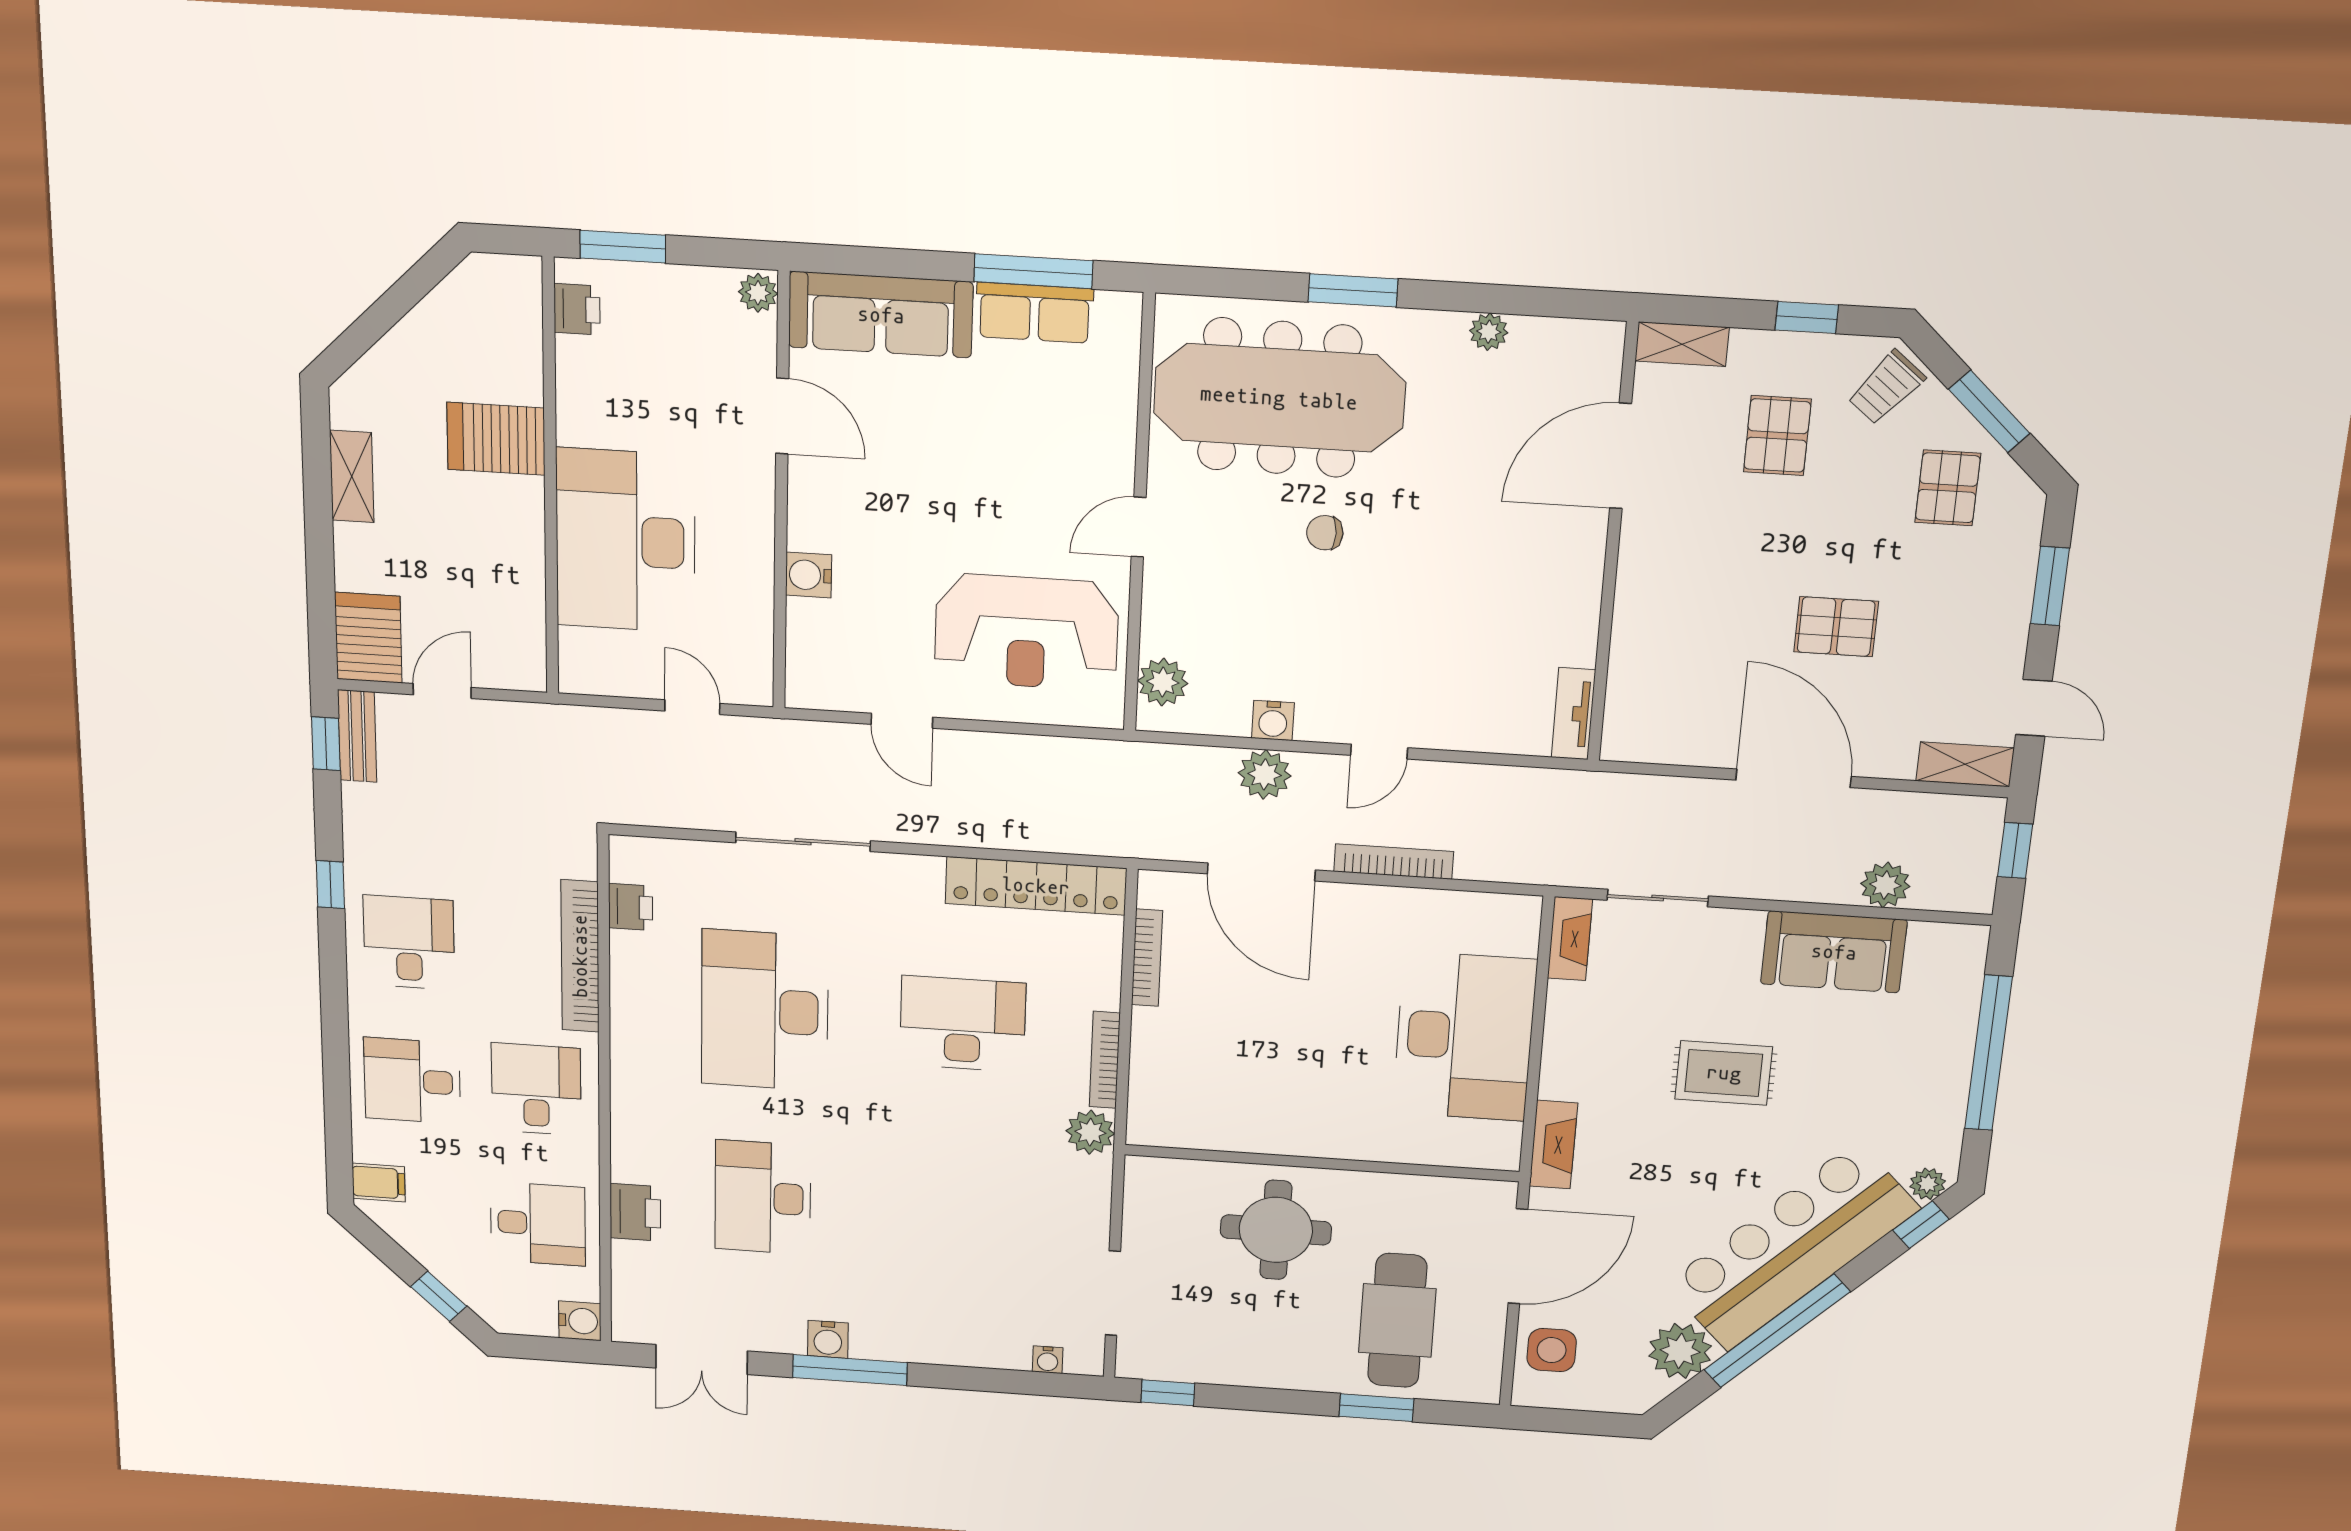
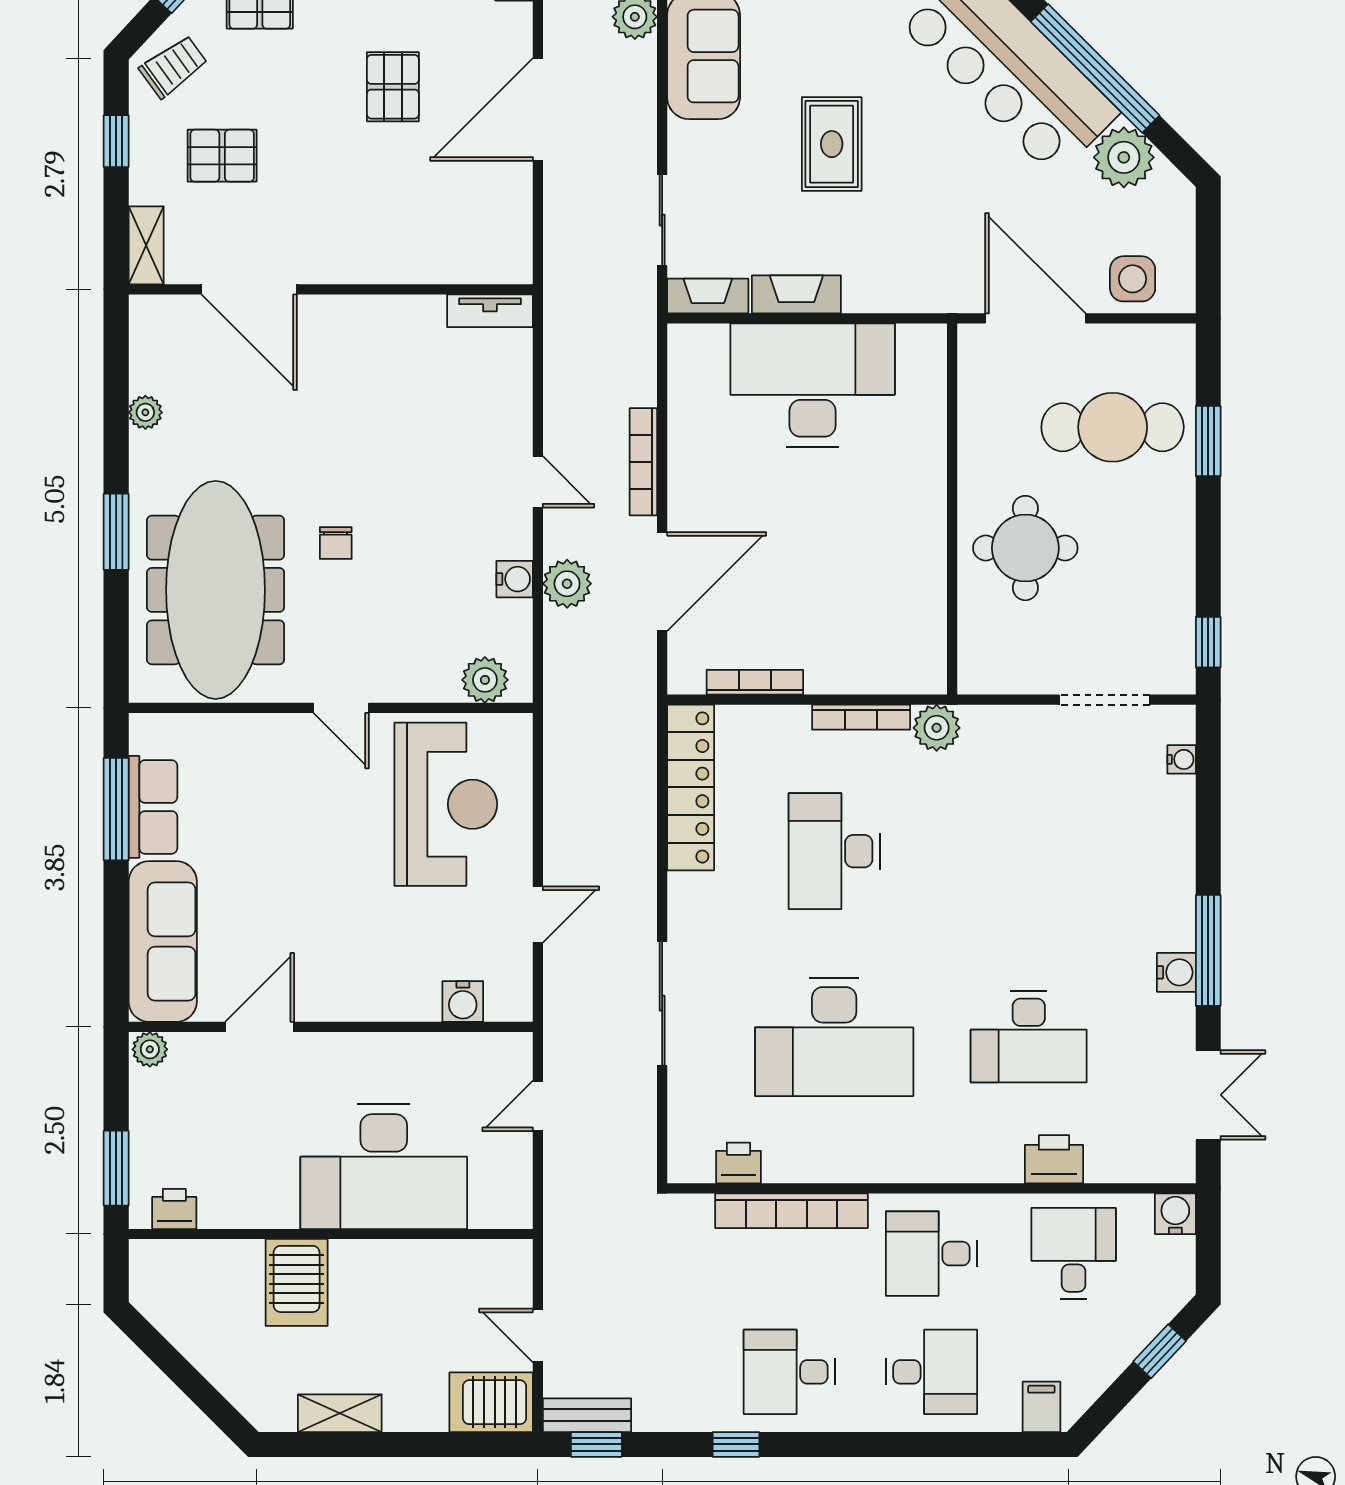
trolley: (1886, 387) -> (173, 67), turned -75
water cooler: (809, 575) -> (463, 1001), moved
desk: (412, 1081) -> (931, 1372), turned -90
fireplace: (1553, 1145) -> (796, 294), moved

